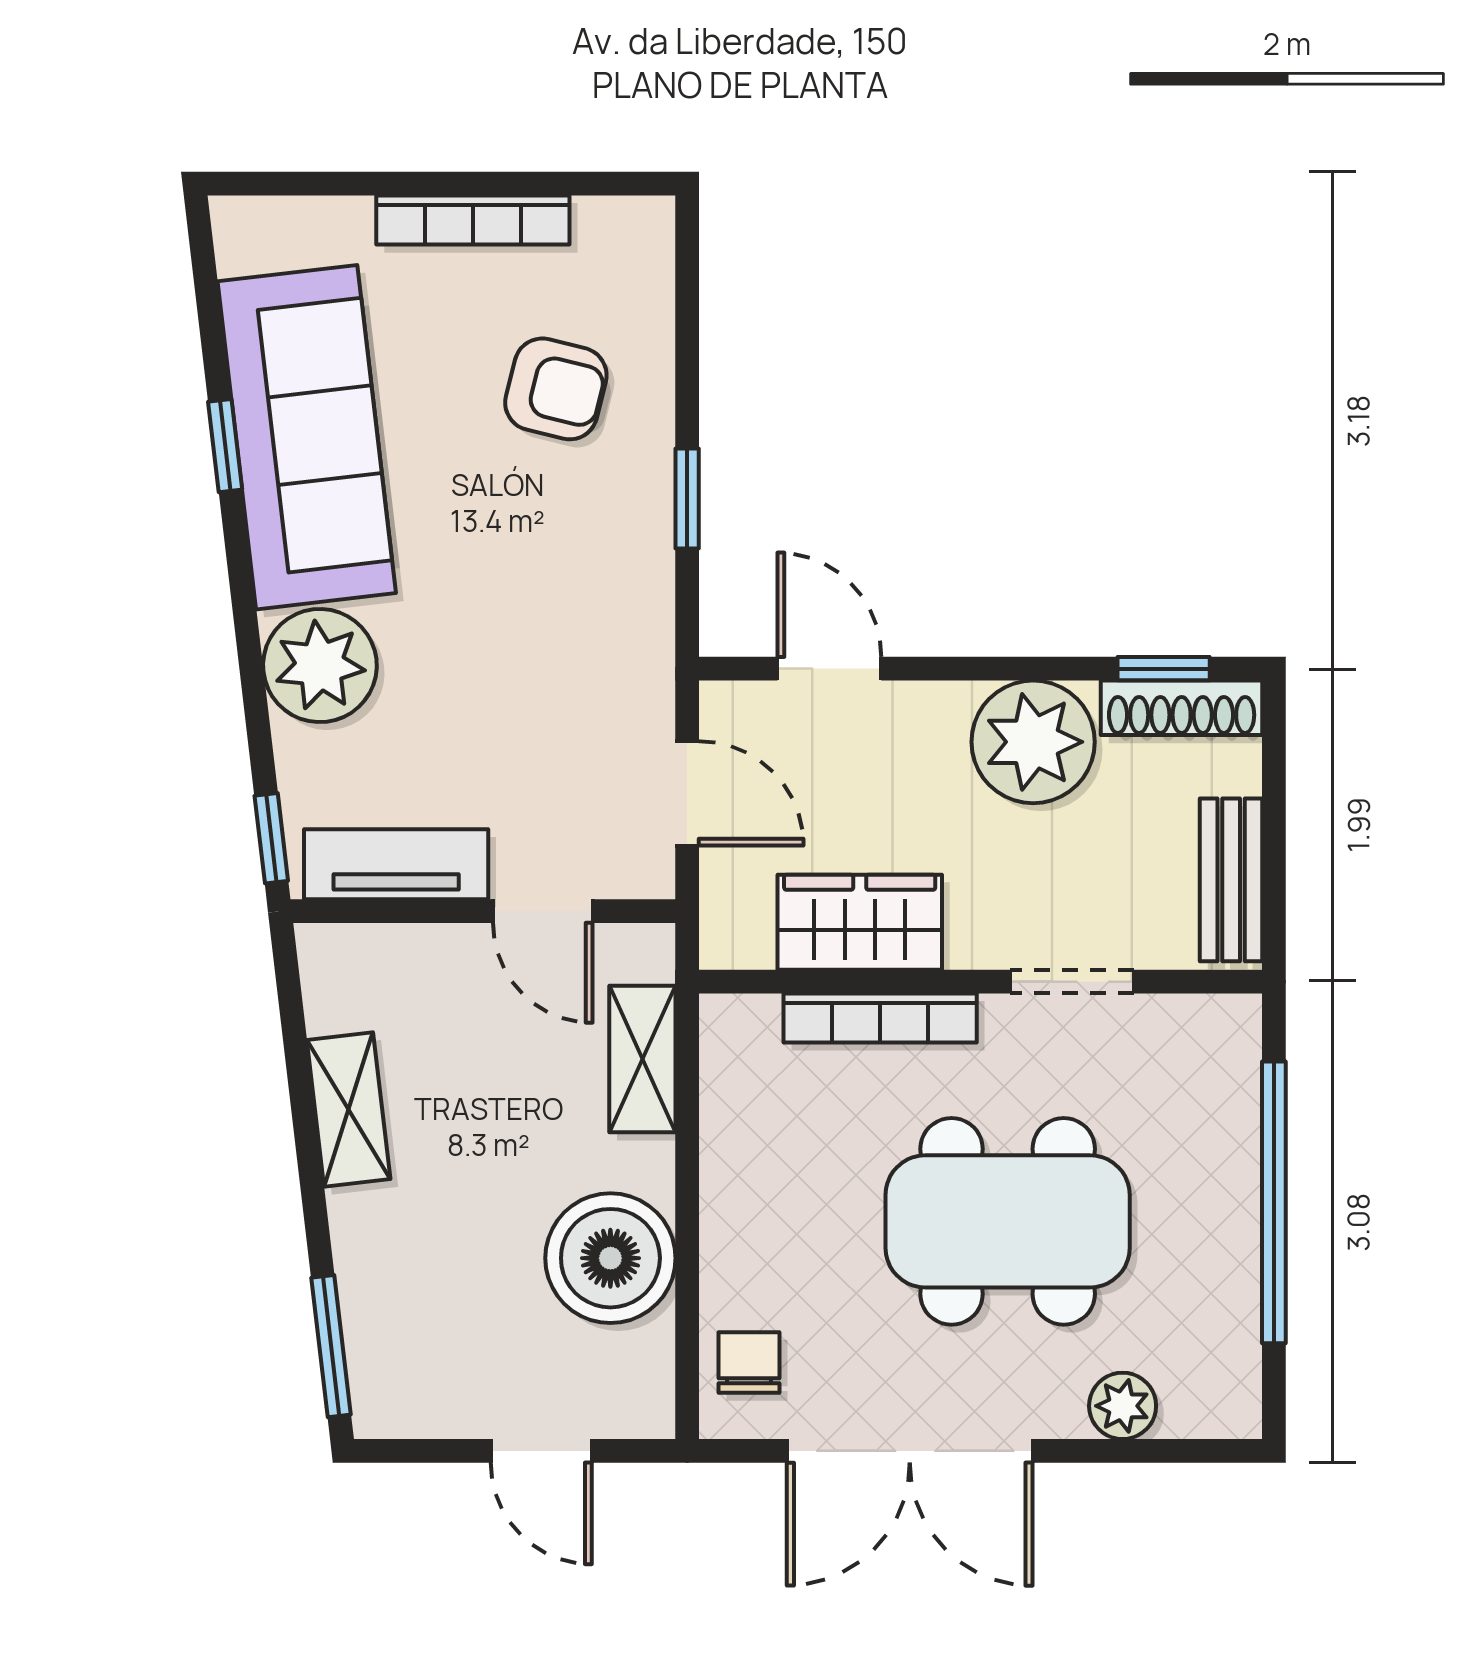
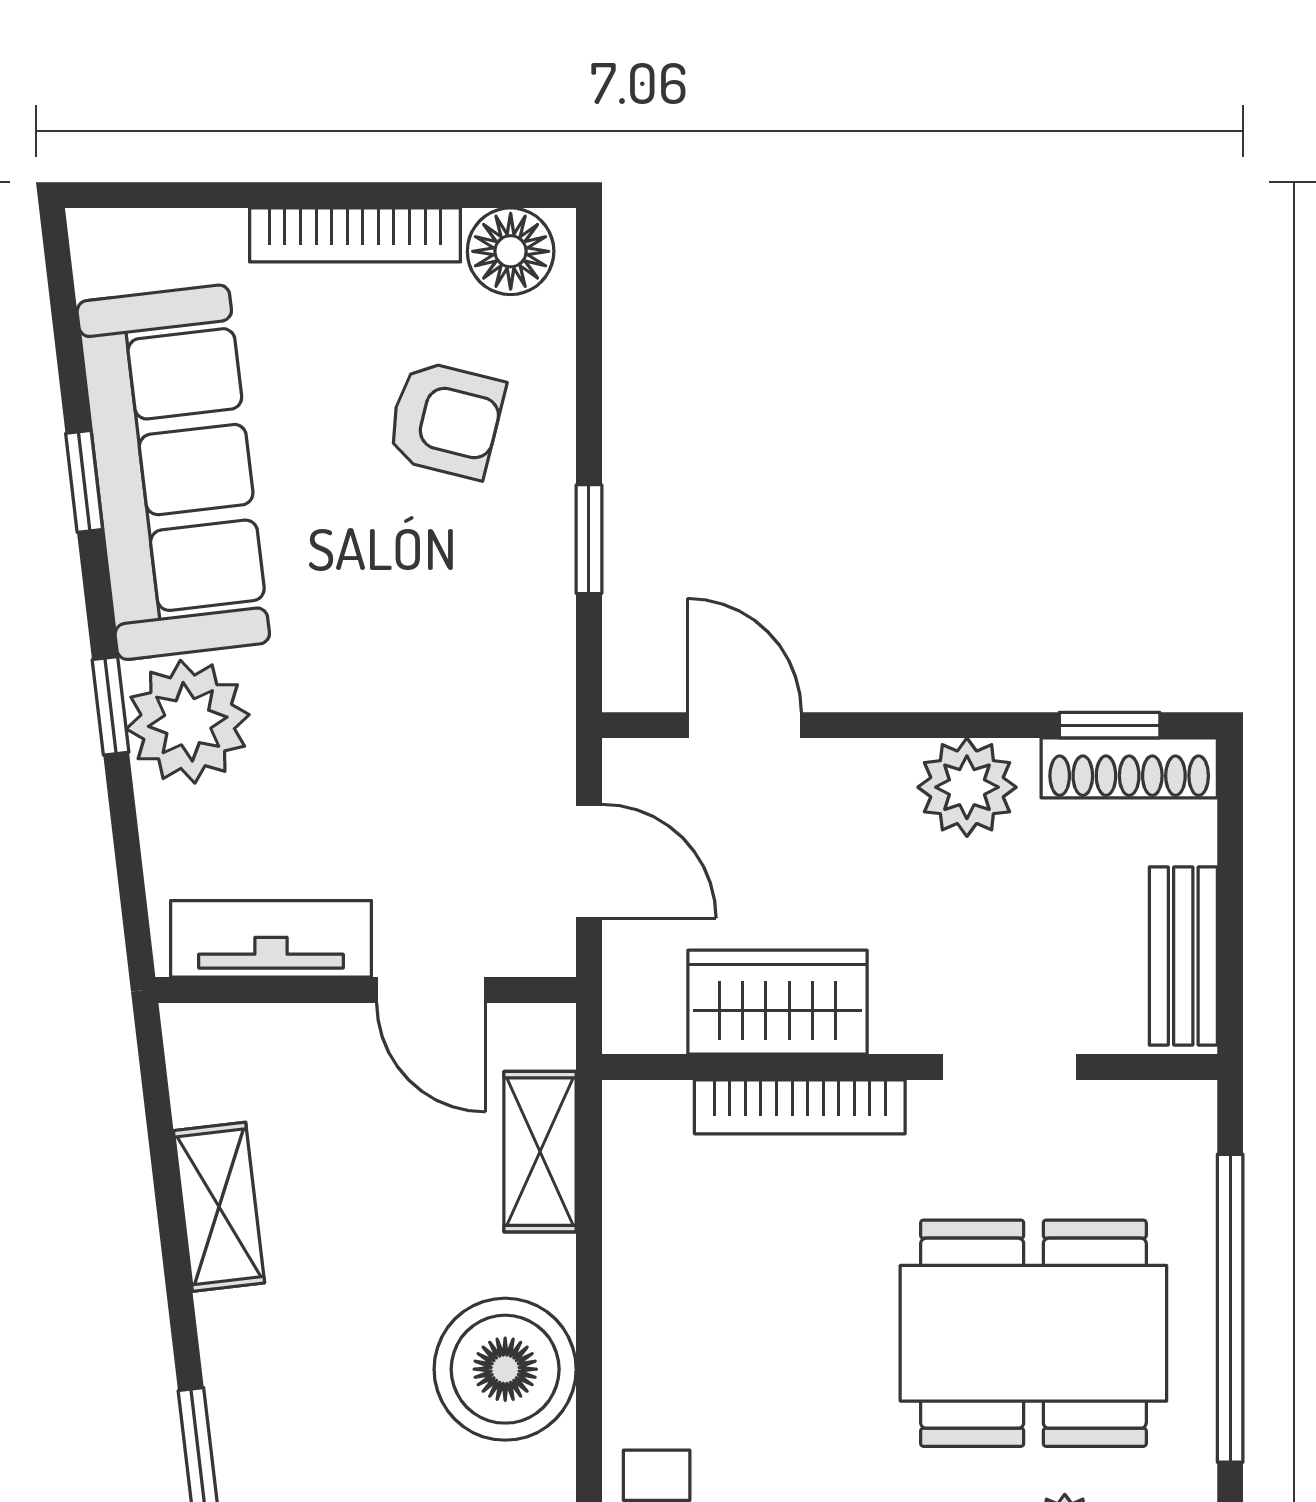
floor lamp: (615, 235) -> (511, 251), added
plant: (1033, 742) -> (967, 787), width x0.73, depth x0.73
window: (271, 838) -> (111, 706), moved
dining table: (1008, 1221) -> (1033, 1333), moved

